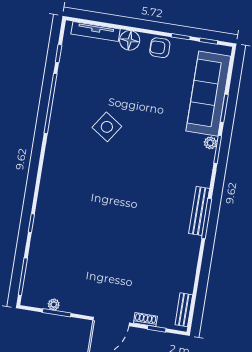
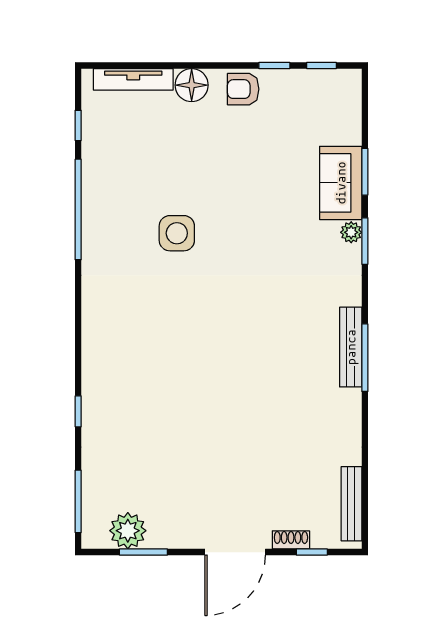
sofa: (208, 94) -> (341, 183), width x0.54, depth x0.79
side table: (107, 127) -> (177, 233), turned -34
plant: (54, 305) -> (128, 531), width x1.88, depth x1.88
bench: (184, 310) -> (351, 504), width x1.36

